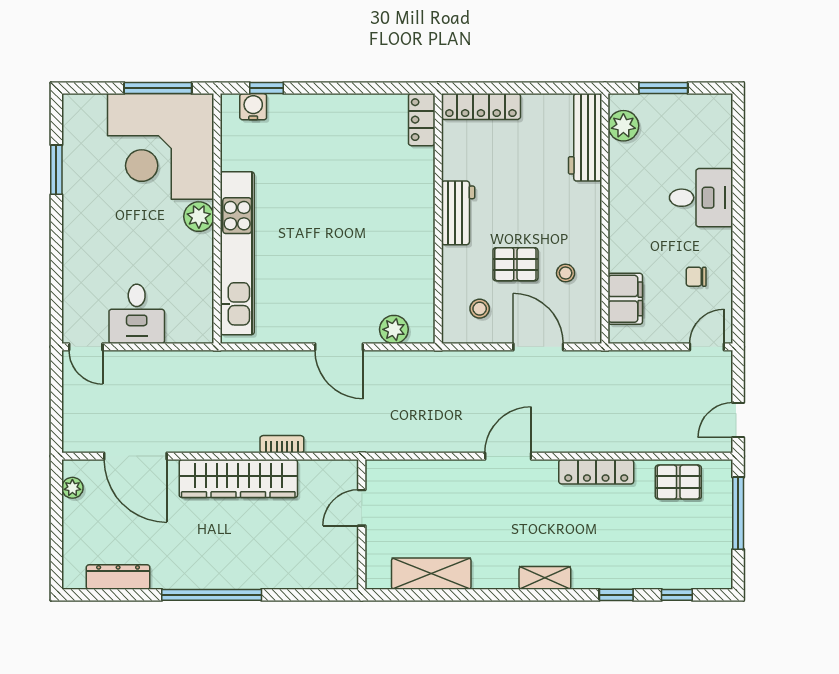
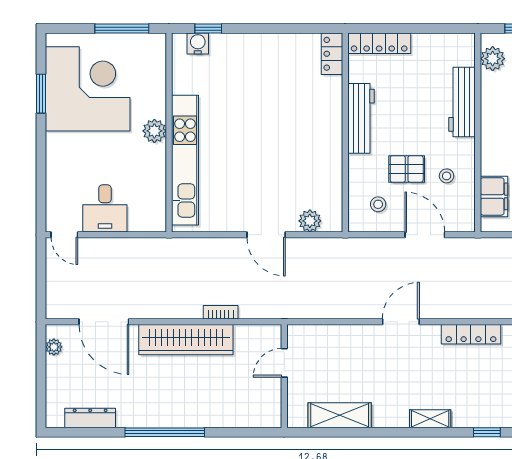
workbench: (585, 137) -> (462, 102), moved
corner desk: (161, 146) -> (88, 89), moved, turned 180
workbench: (458, 213) -> (361, 118), width x1.38

